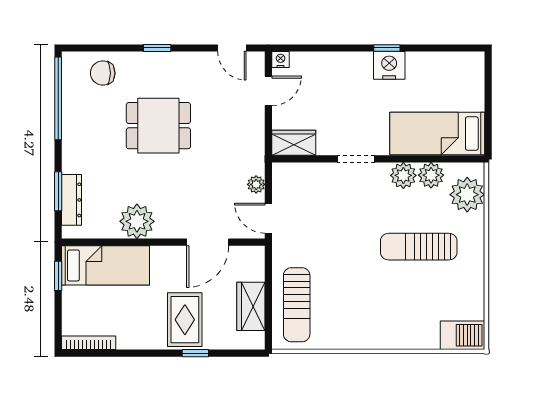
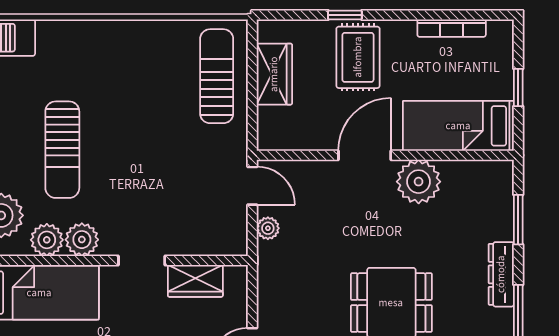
wardrobe: (294, 143) -> (195, 281), moved
dresser: (71, 200) -> (501, 274), moved
door: (208, 242) -> (365, 155), moved
sun lounger: (419, 247) -> (62, 150), turned 90
window: (58, 276) -> (518, 88), moved
bookcase: (89, 343) -> (452, 28), moved

